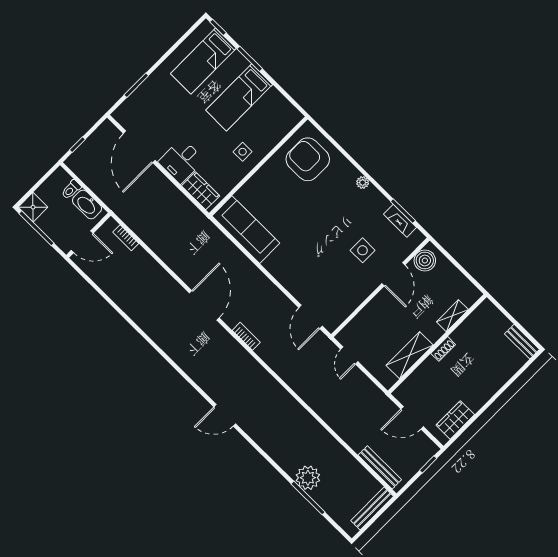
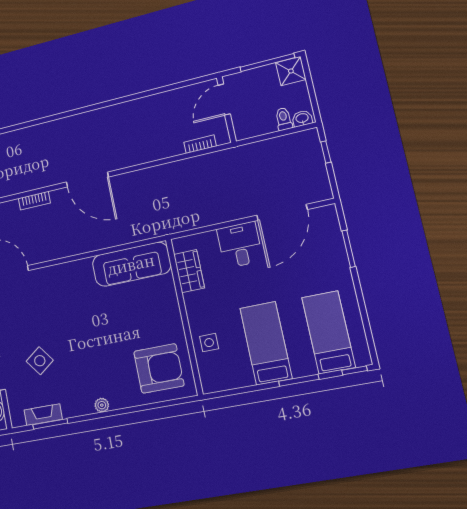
door: (139, 147) -> (282, 212), swing flipped
side table: (243, 152) -> (209, 343), moved
wardrobe: (201, 191) -> (189, 271), moved, turned -90
washbasin: (87, 204) -> (302, 118), moved, width x0.52, depth x0.69
side table: (363, 250) -> (40, 361), turned -37

